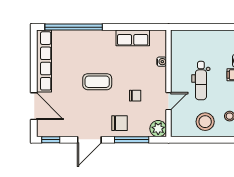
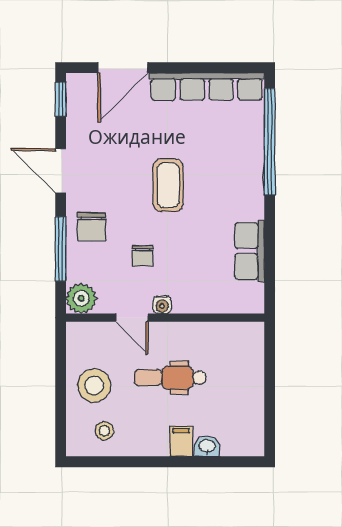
water cooler: (162, 62) -> (162, 305), moved

